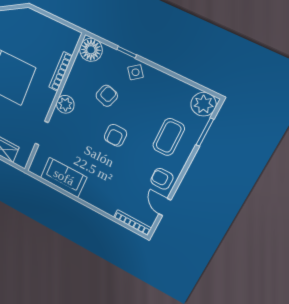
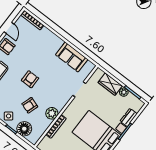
floor lamp: (91, 50) -> (24, 129), moved
plant: (65, 104) -> (52, 113), moved

